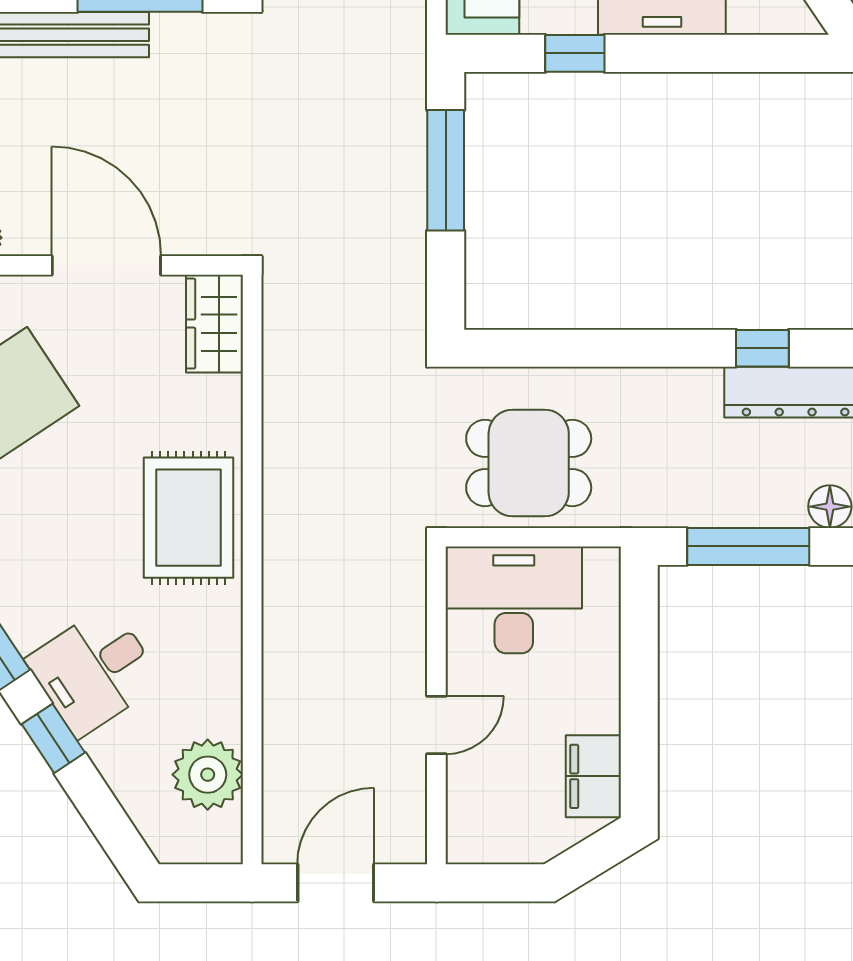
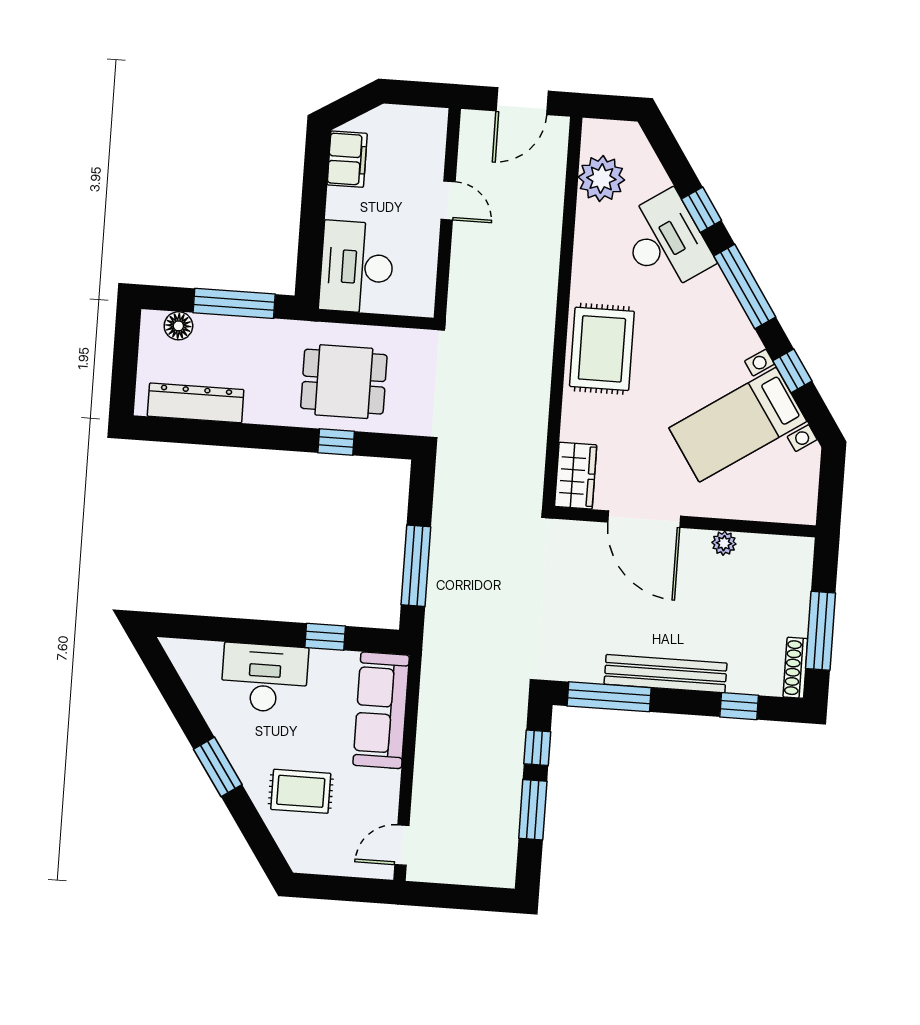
window: (762, 348) -> (336, 442), moved
dining table: (529, 463) -> (344, 382), moved
desk: (514, 600) -> (357, 267), moved, turned 90
desk: (94, 671) -> (665, 242), width x1.37
door: (436, 725) -> (448, 200), swing flipped

